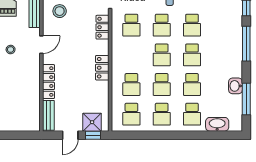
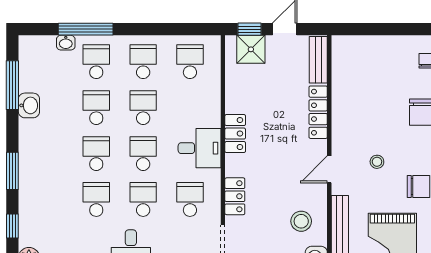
window: (246, 44) -> (12, 171), width x0.69
desk: (125, 58) -> (200, 148), added
school desk: (131, 84) -> (190, 108), removed
washbasin: (217, 124) -> (66, 43), width x0.52, depth x0.69
window: (199, 135) -> (86, 29), added

